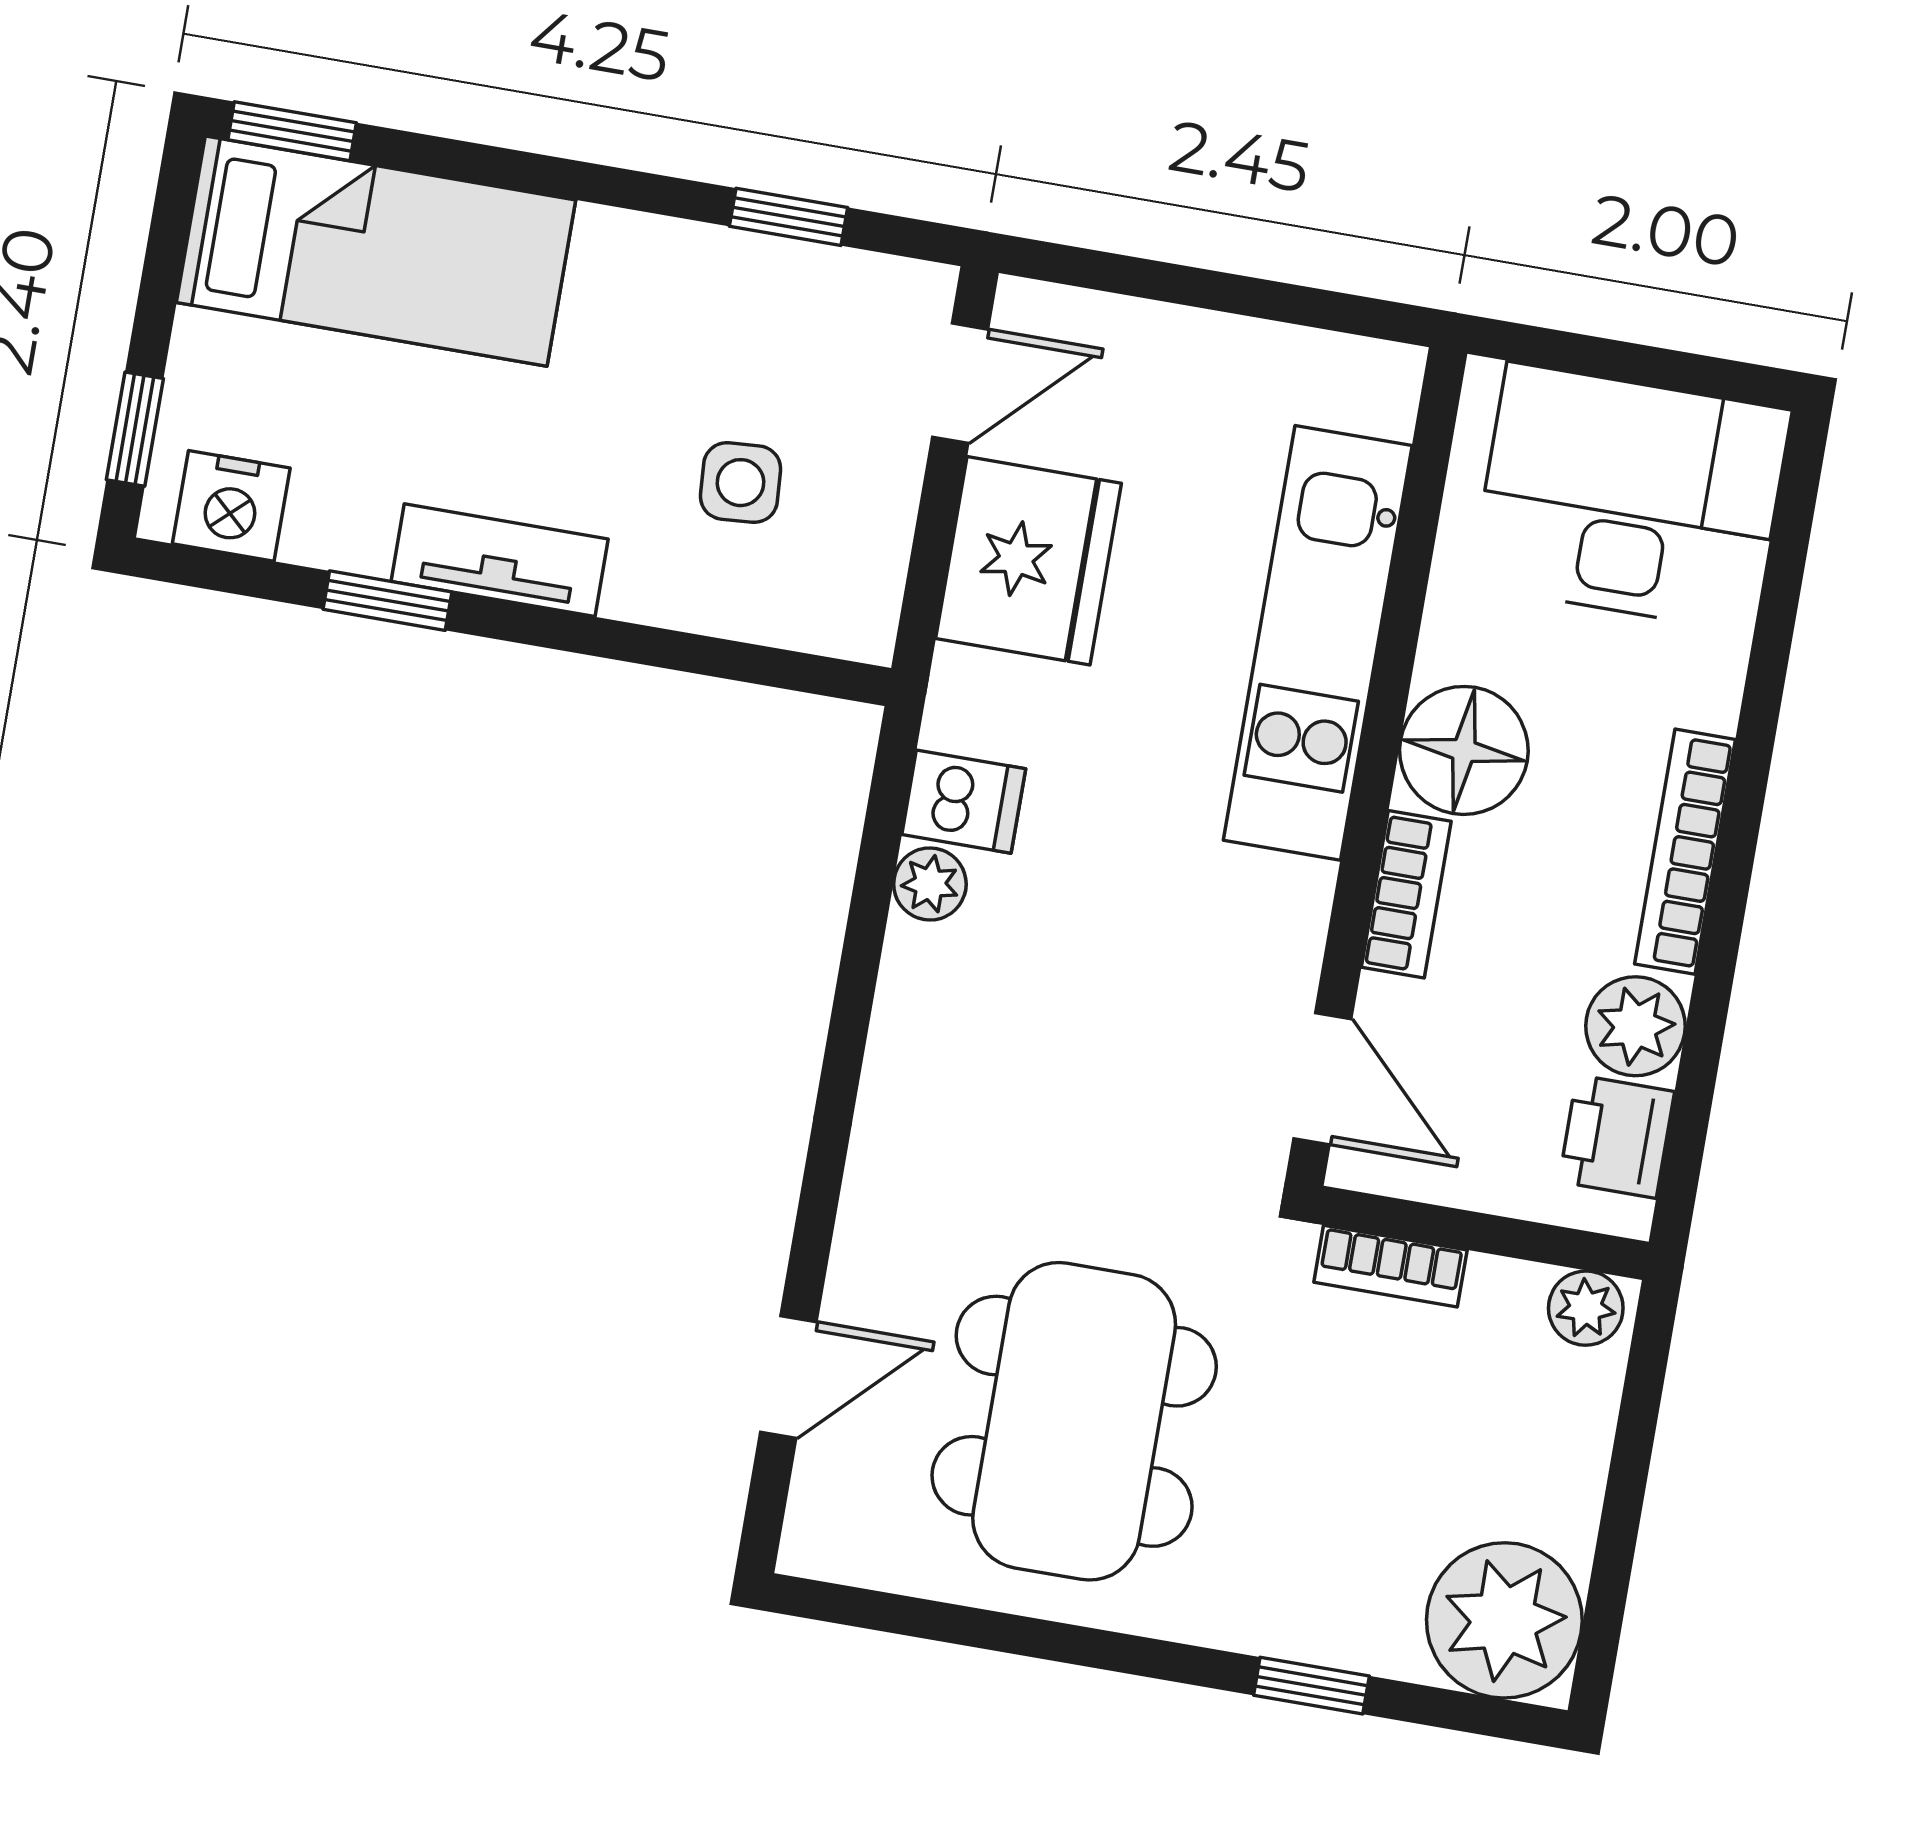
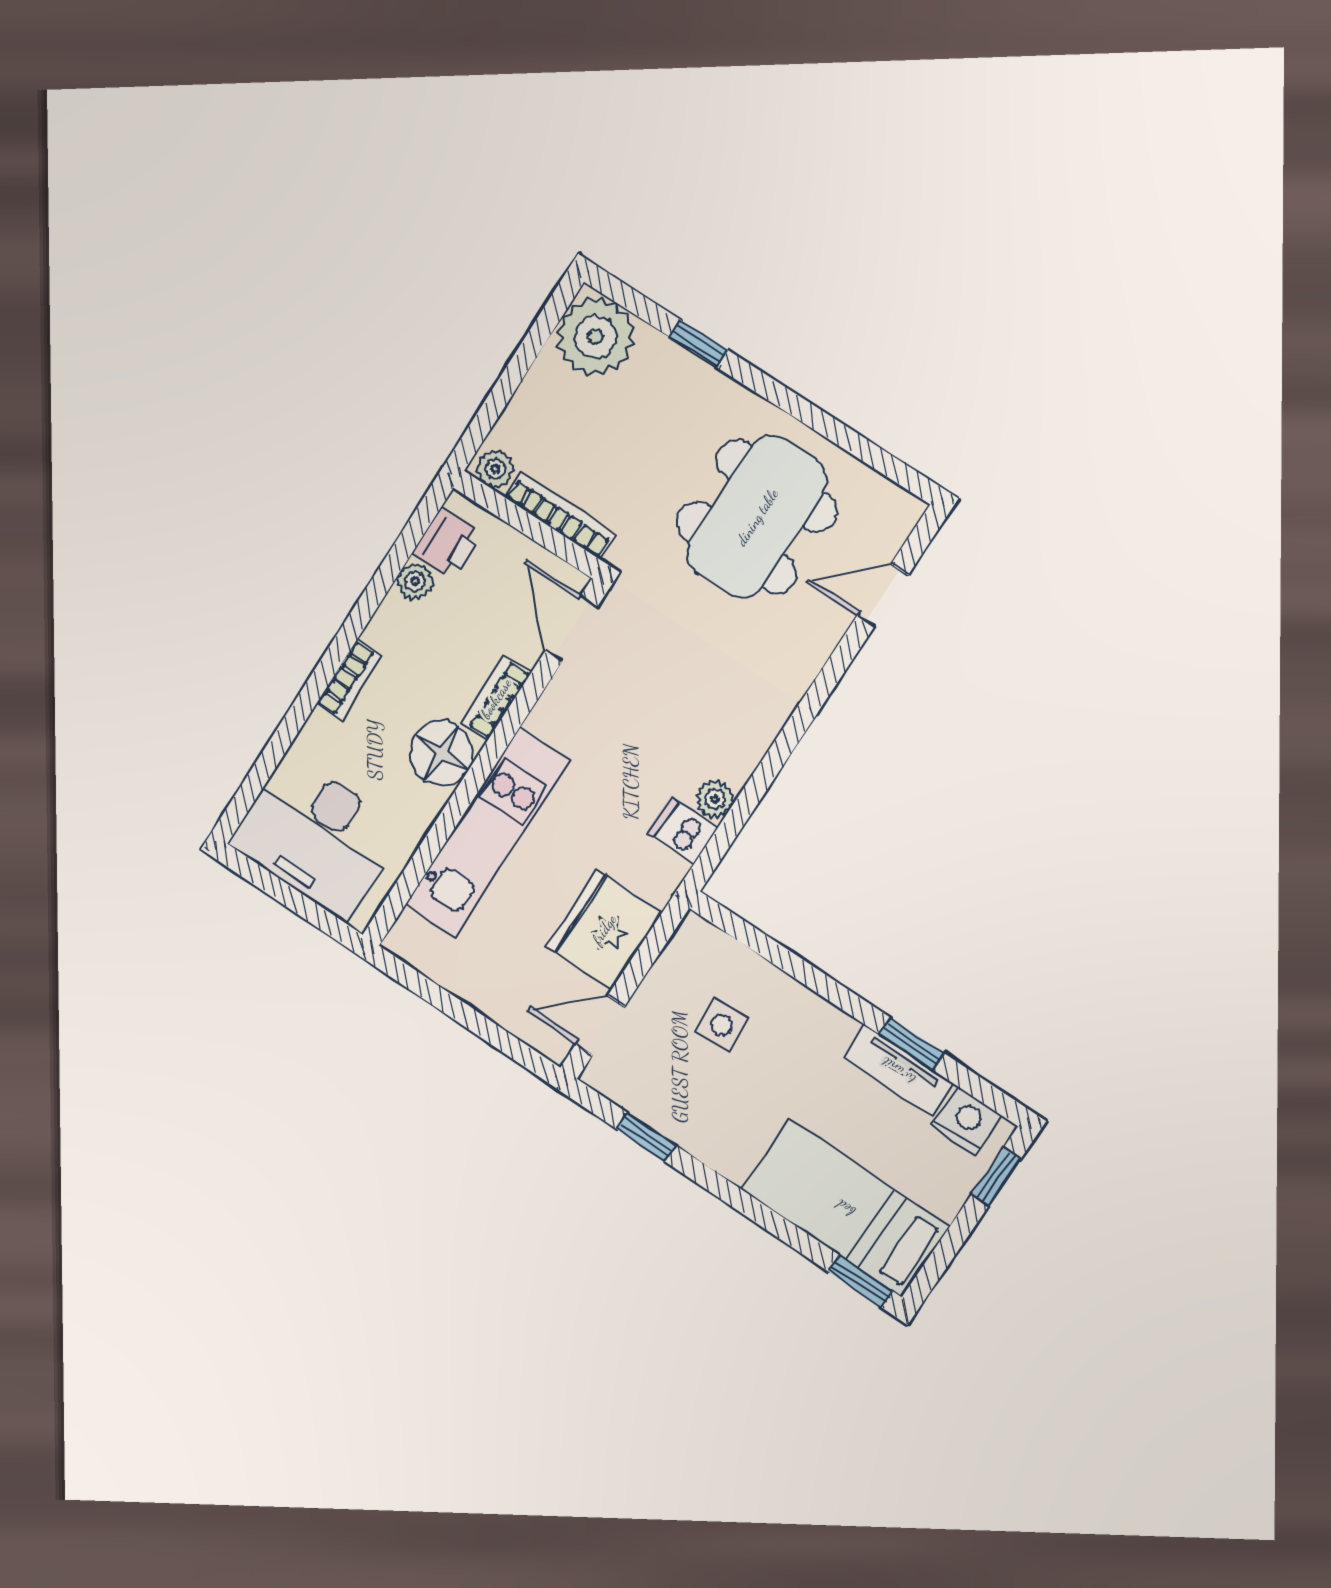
tv unit: (500, 560) -> (898, 1071), moved
bookcase: (1685, 852) -> (349, 680), width x0.64
plant: (1635, 1026) -> (415, 581), width x0.73, depth x0.73
bookcase: (1390, 1266) -> (560, 516), width x1.56

